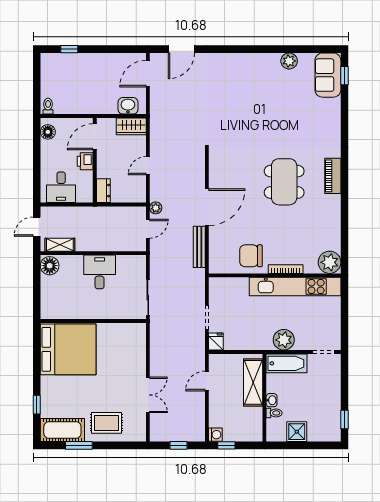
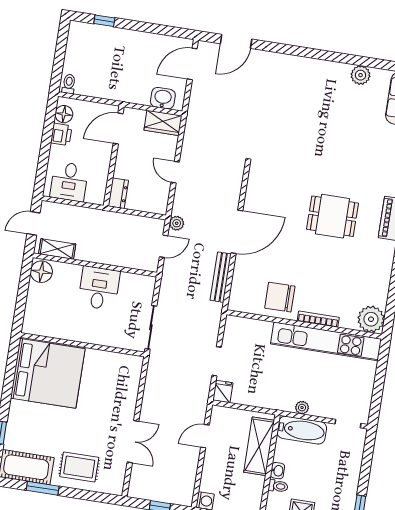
printer: (85, 161) -> (61, 134), moved, turned 180
door: (148, 166) -> (175, 172), hinge flipped
dining table: (284, 182) -> (332, 216), width x0.73
plant: (284, 340) -> (302, 408), width x0.53, depth x0.53

